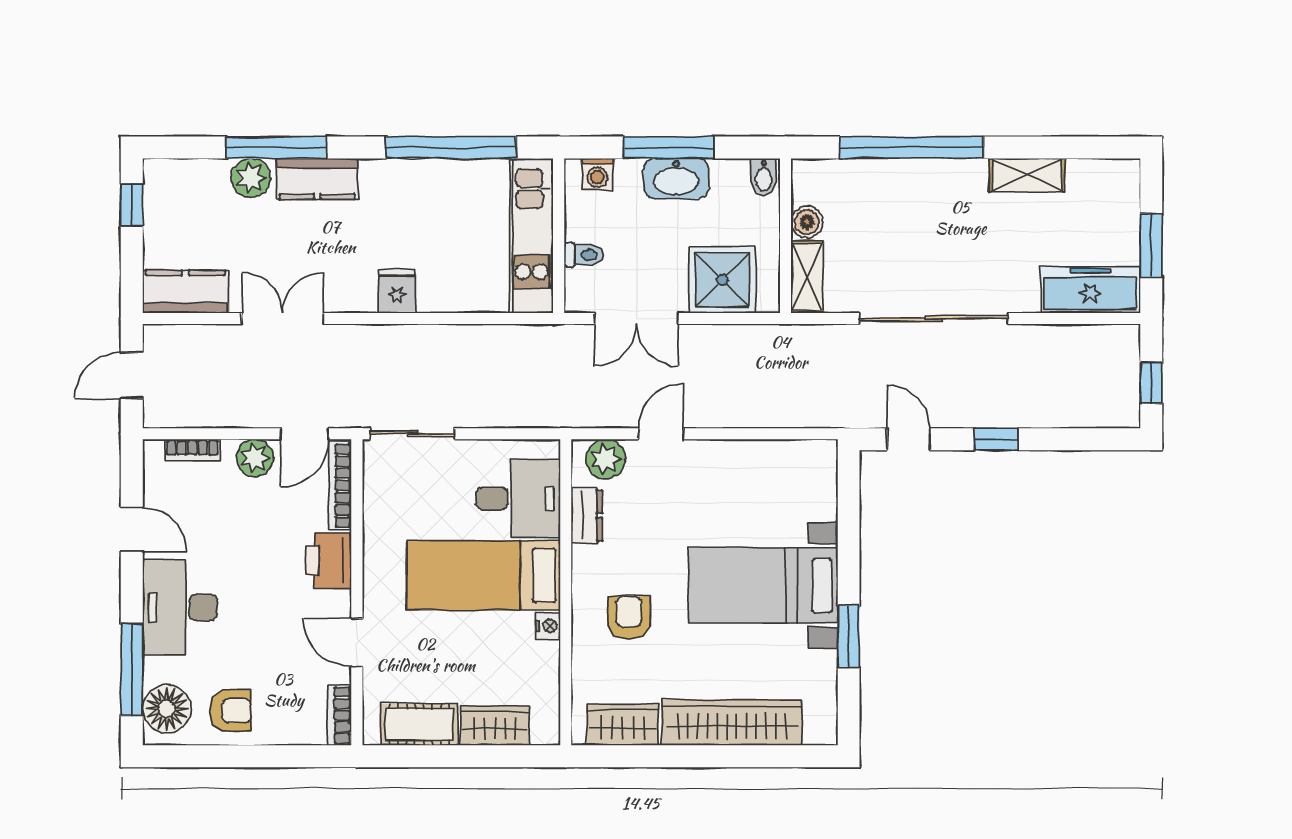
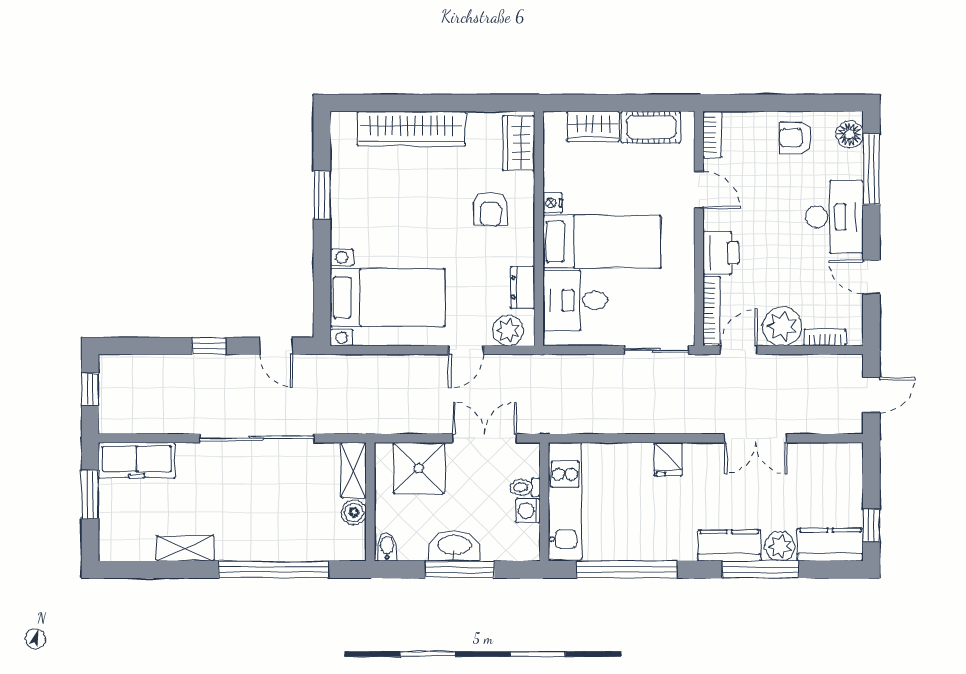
washing machine: (598, 174) -> (528, 511), moved, turned -90
kitchen counter: (185, 292) -> (830, 545), moved, turned 180
plant: (255, 458) -> (782, 326), width x1.36, depth x1.36
bed with nightstands: (763, 585) -> (388, 297), moved
floor lamp: (167, 709) -> (850, 134), width x0.73, depth x0.73
wardrobe: (623, 725) -> (519, 143), moved, turned 90

